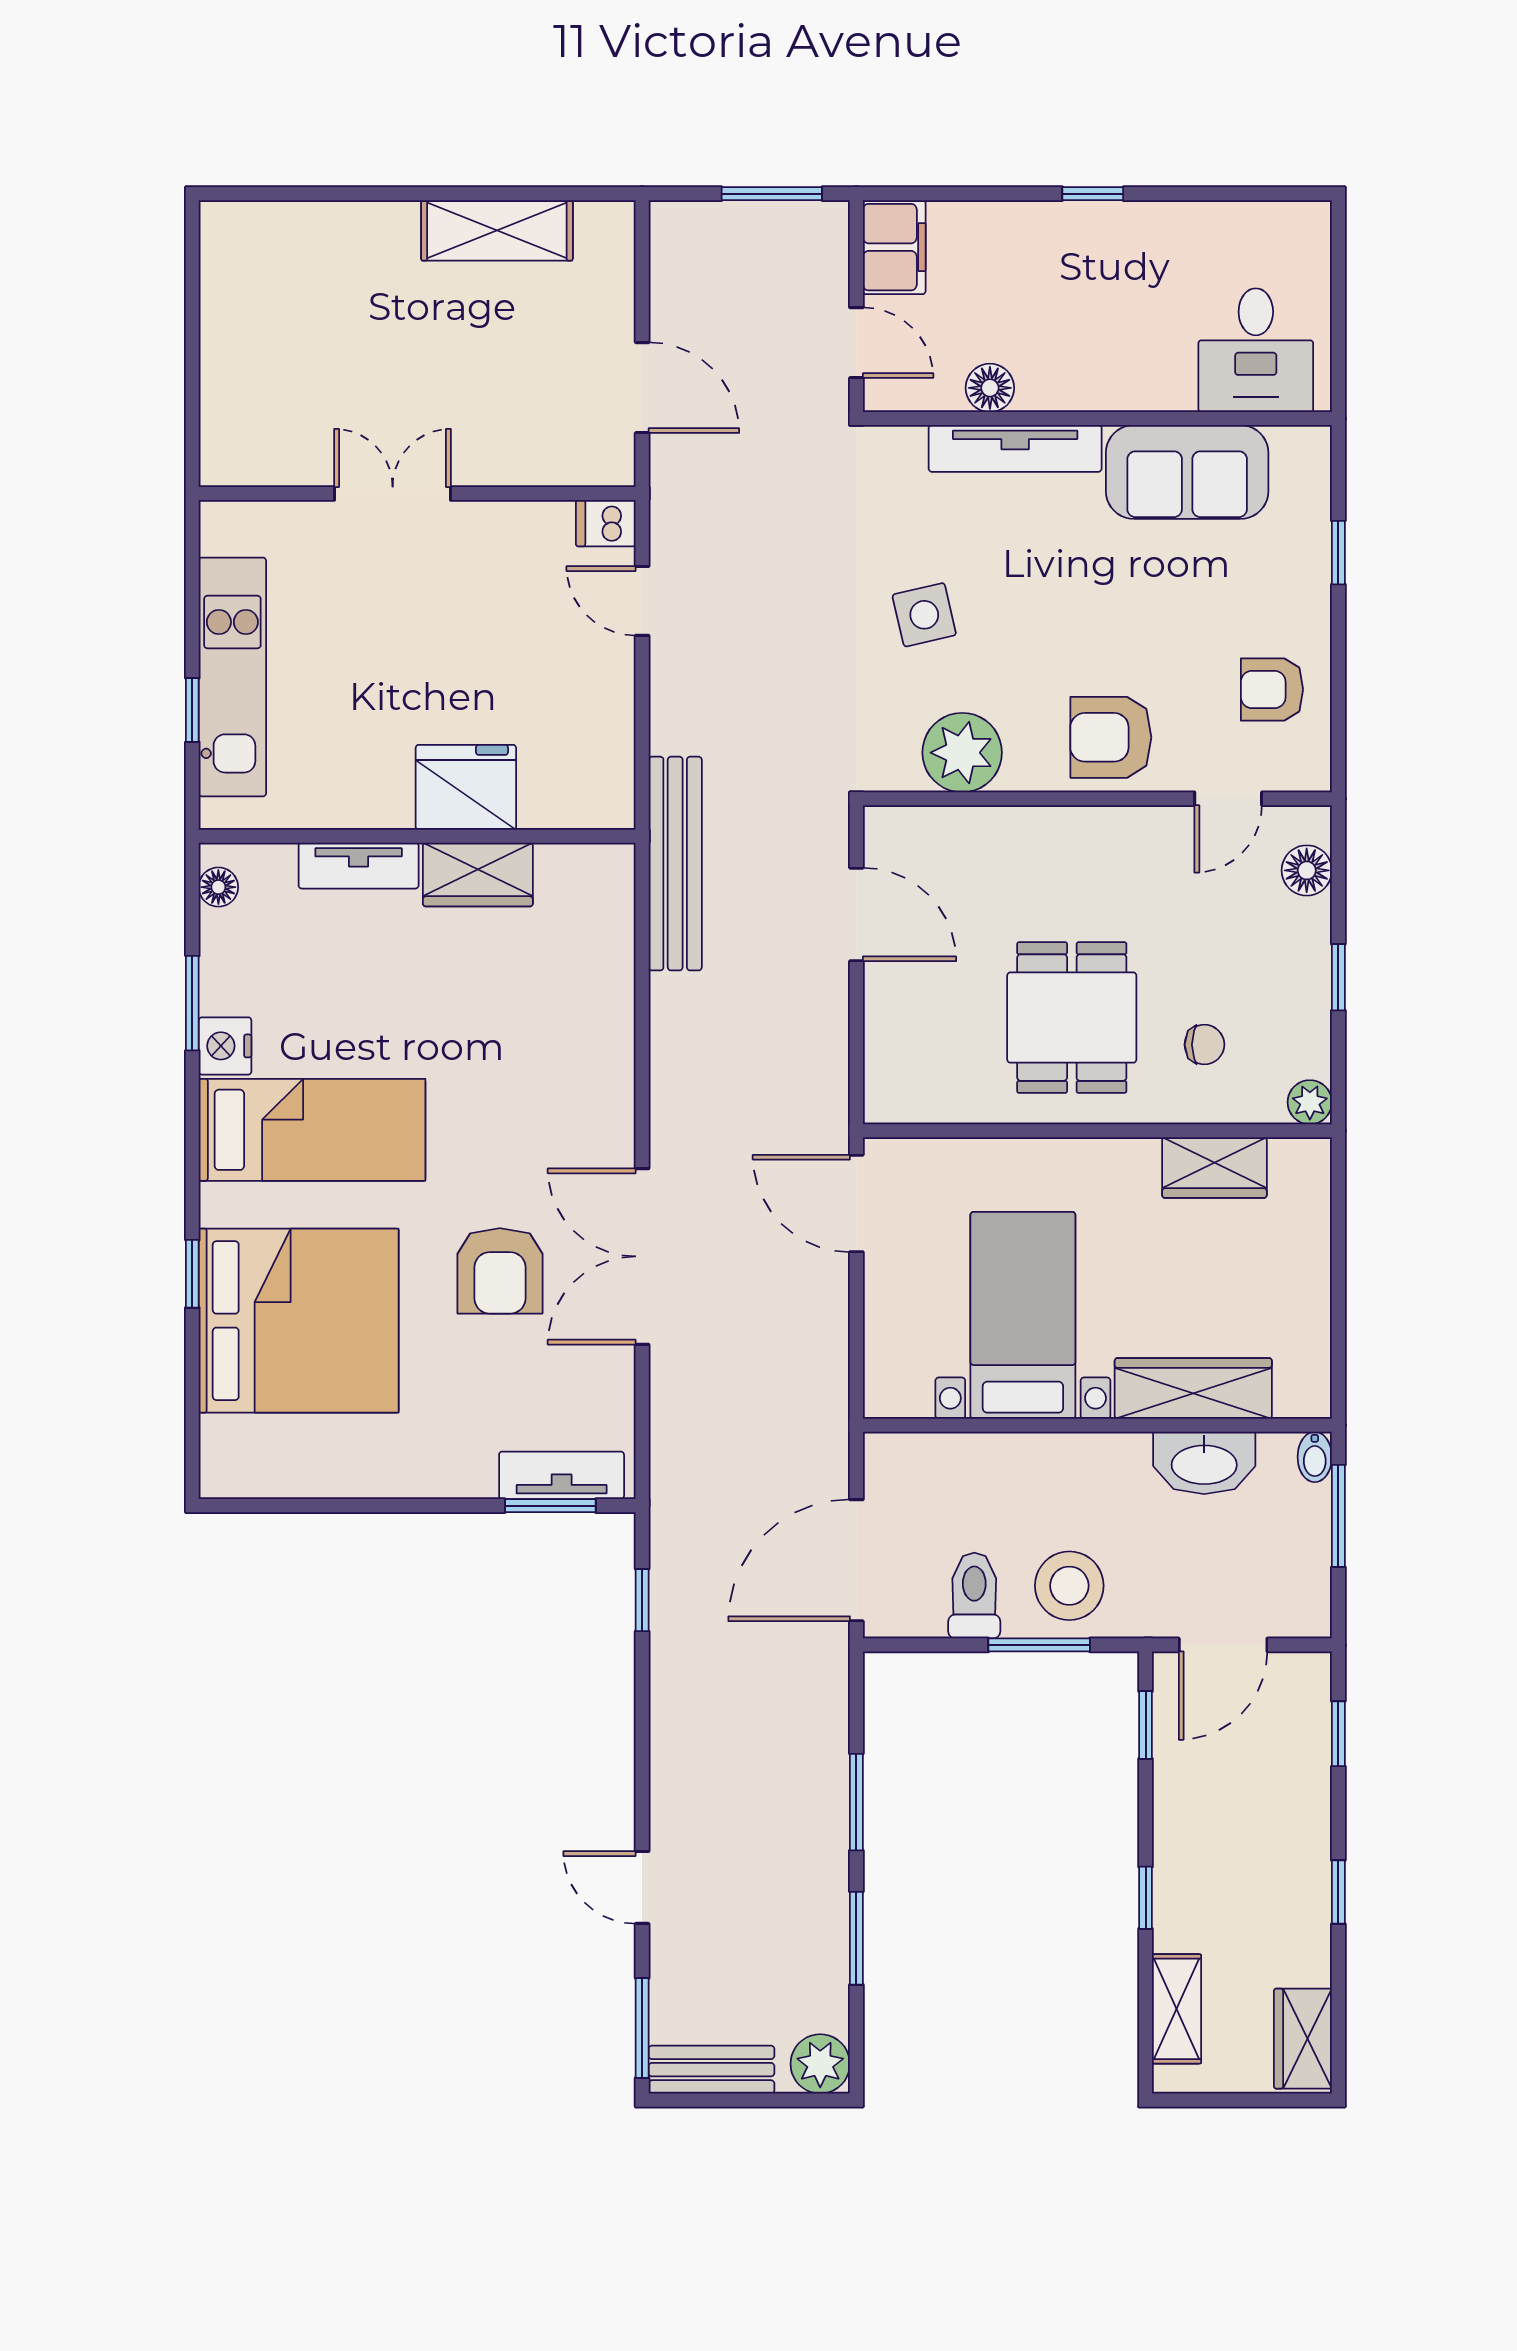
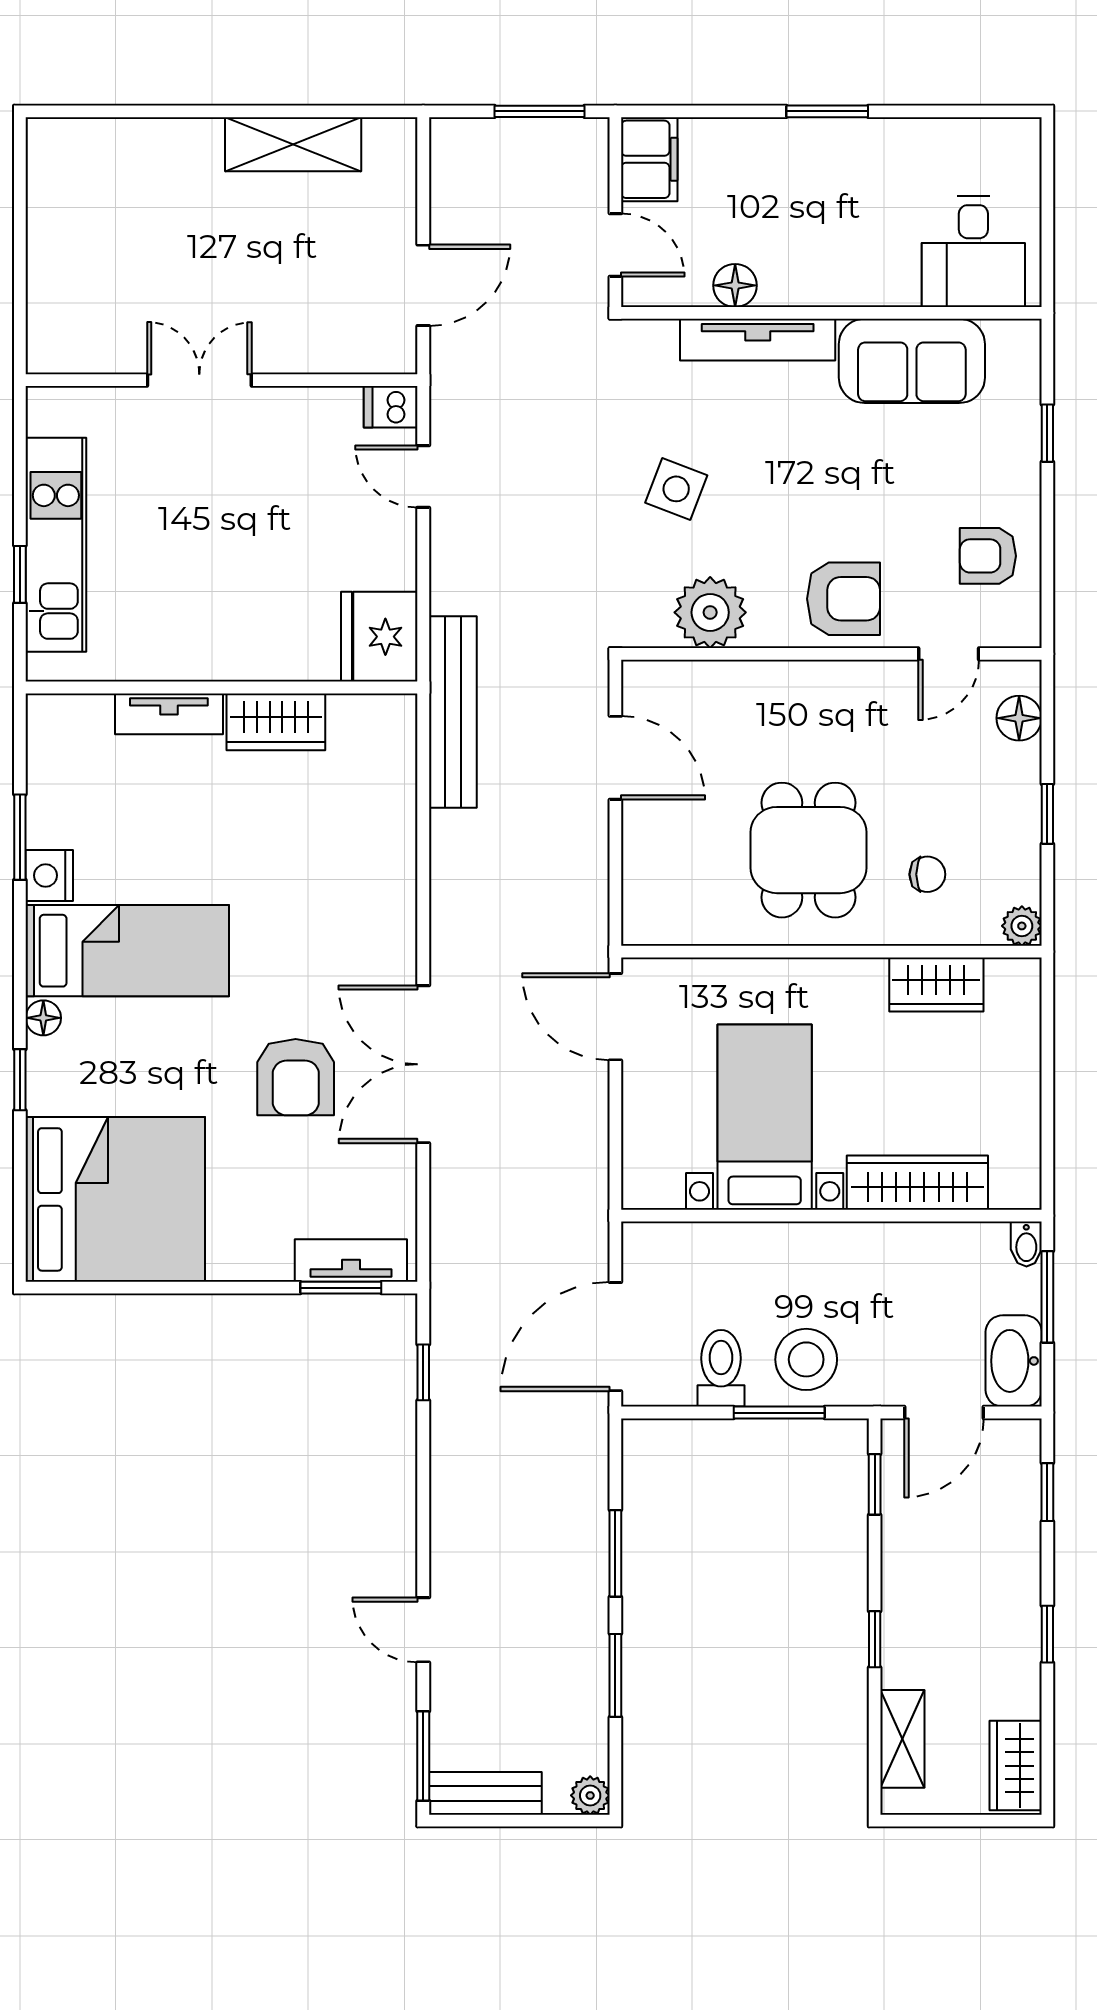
window: (1093, 194) -> (827, 111), width x1.50
door: (642, 388) -> (423, 285), hinge flipped
side table: (924, 615) -> (676, 489), turned 34
armchair: (1111, 737) -> (843, 599), turned 180
fridge: (466, 787) -> (379, 637), moved, turned -90
floor lamp: (218, 887) -> (43, 1018), moved
bed: (299, 1321) -> (115, 1199), moved
washbasin: (1204, 1463) -> (1014, 1361), moved, turned 90
plant: (820, 2064) -> (590, 1795), width x0.73, depth x0.73

